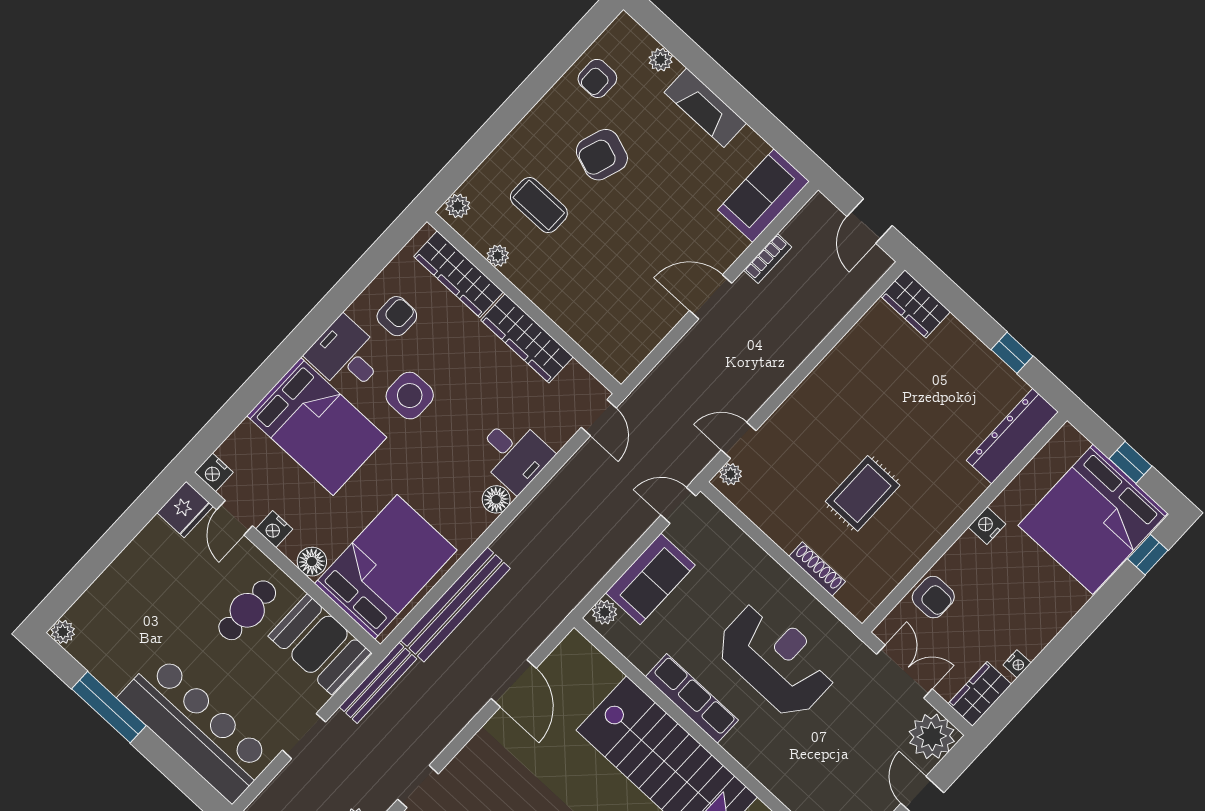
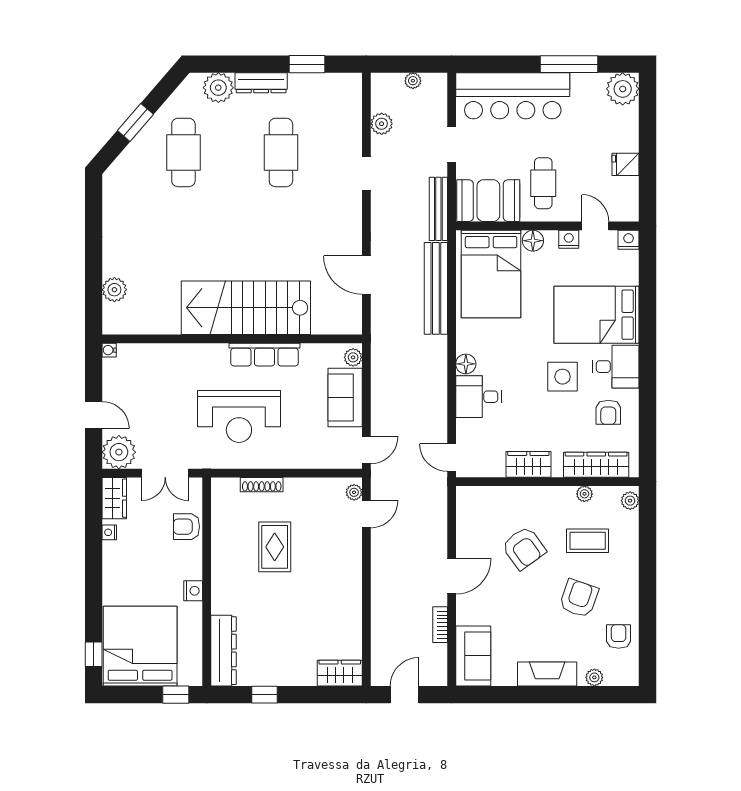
door: (870, 221) -> (405, 695), hinge flipped
armchair: (611, 258) -> (524, 548), added
wardrobe: (527, 338) -> (528, 464), width x0.67
window: (1130, 462) -> (176, 695), moved
fridge: (185, 509) -> (626, 164), moved, width x0.72
plant: (63, 632) -> (623, 89), width x1.87, depth x1.87

